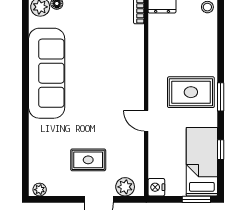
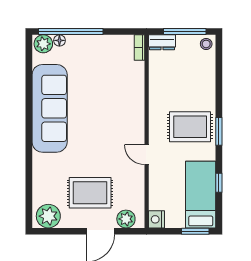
rug: (88, 160) -> (90, 193), width x1.36, depth x1.43
plant: (40, 190) -> (48, 216), width x1.87, depth x1.87

